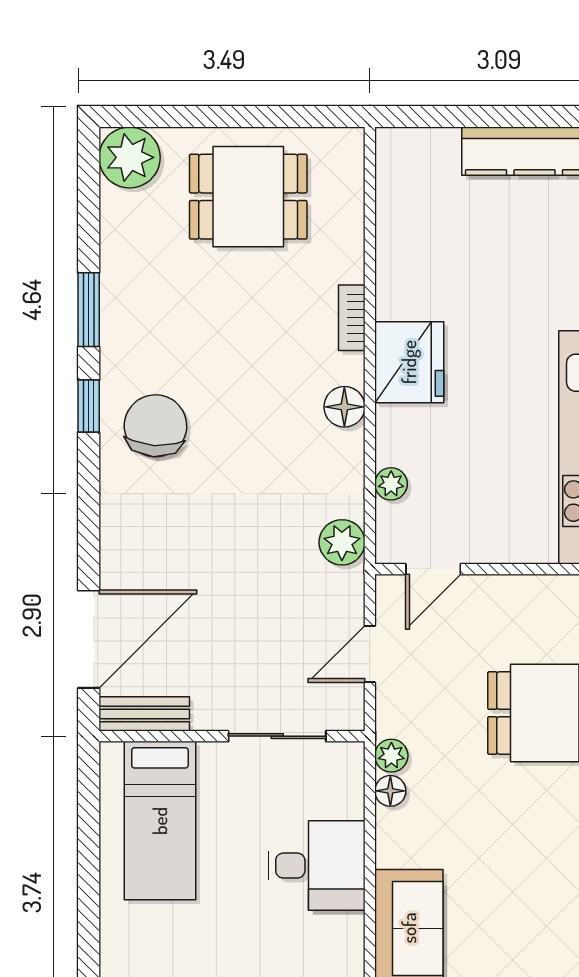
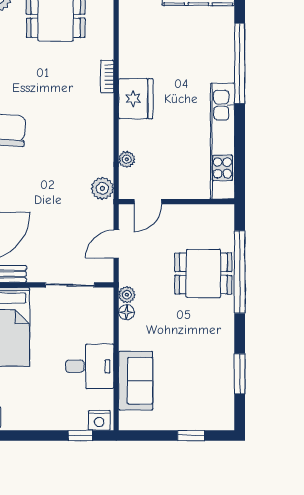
floor lamp: (344, 407) -> (104, 121), removed
desk: (316, 866) -> (90, 366), moved

